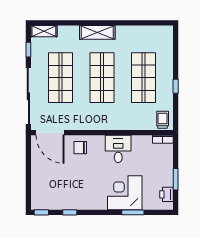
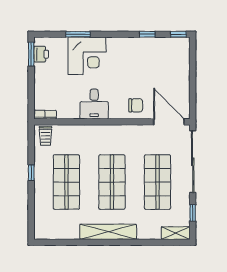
shelving: (97, 32) -> (108, 232), width x1.47
window: (176, 179) -> (31, 54), moved

